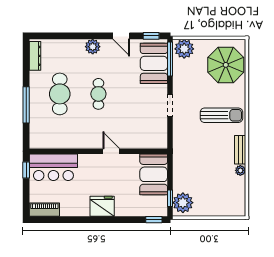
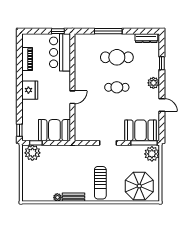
door: (121, 36) -> (162, 105), swing flipped
window: (151, 36) -> (162, 63), moved
piano: (44, 210) -> (27, 59), moved

